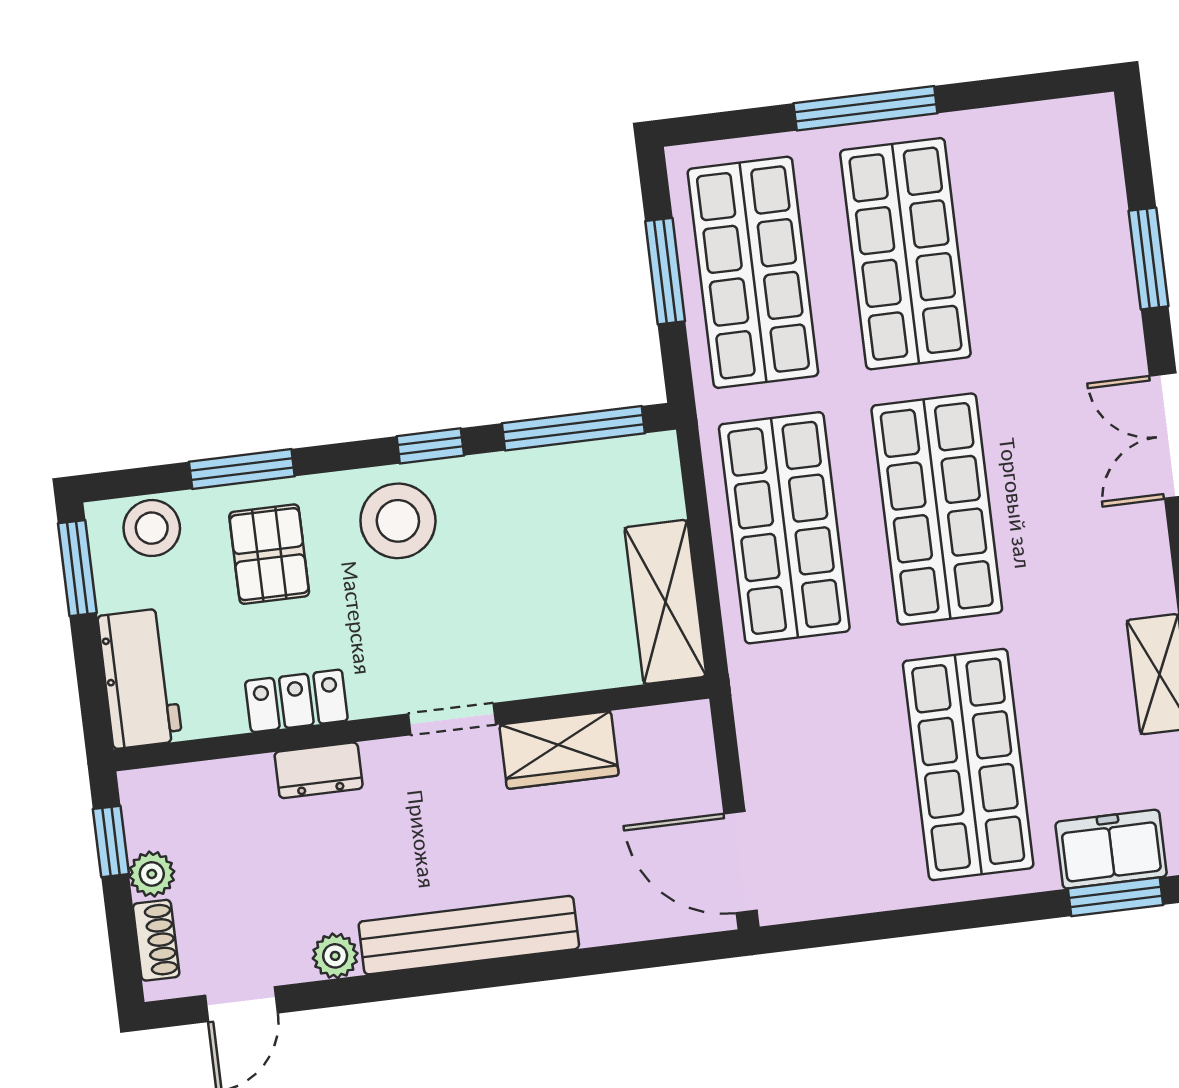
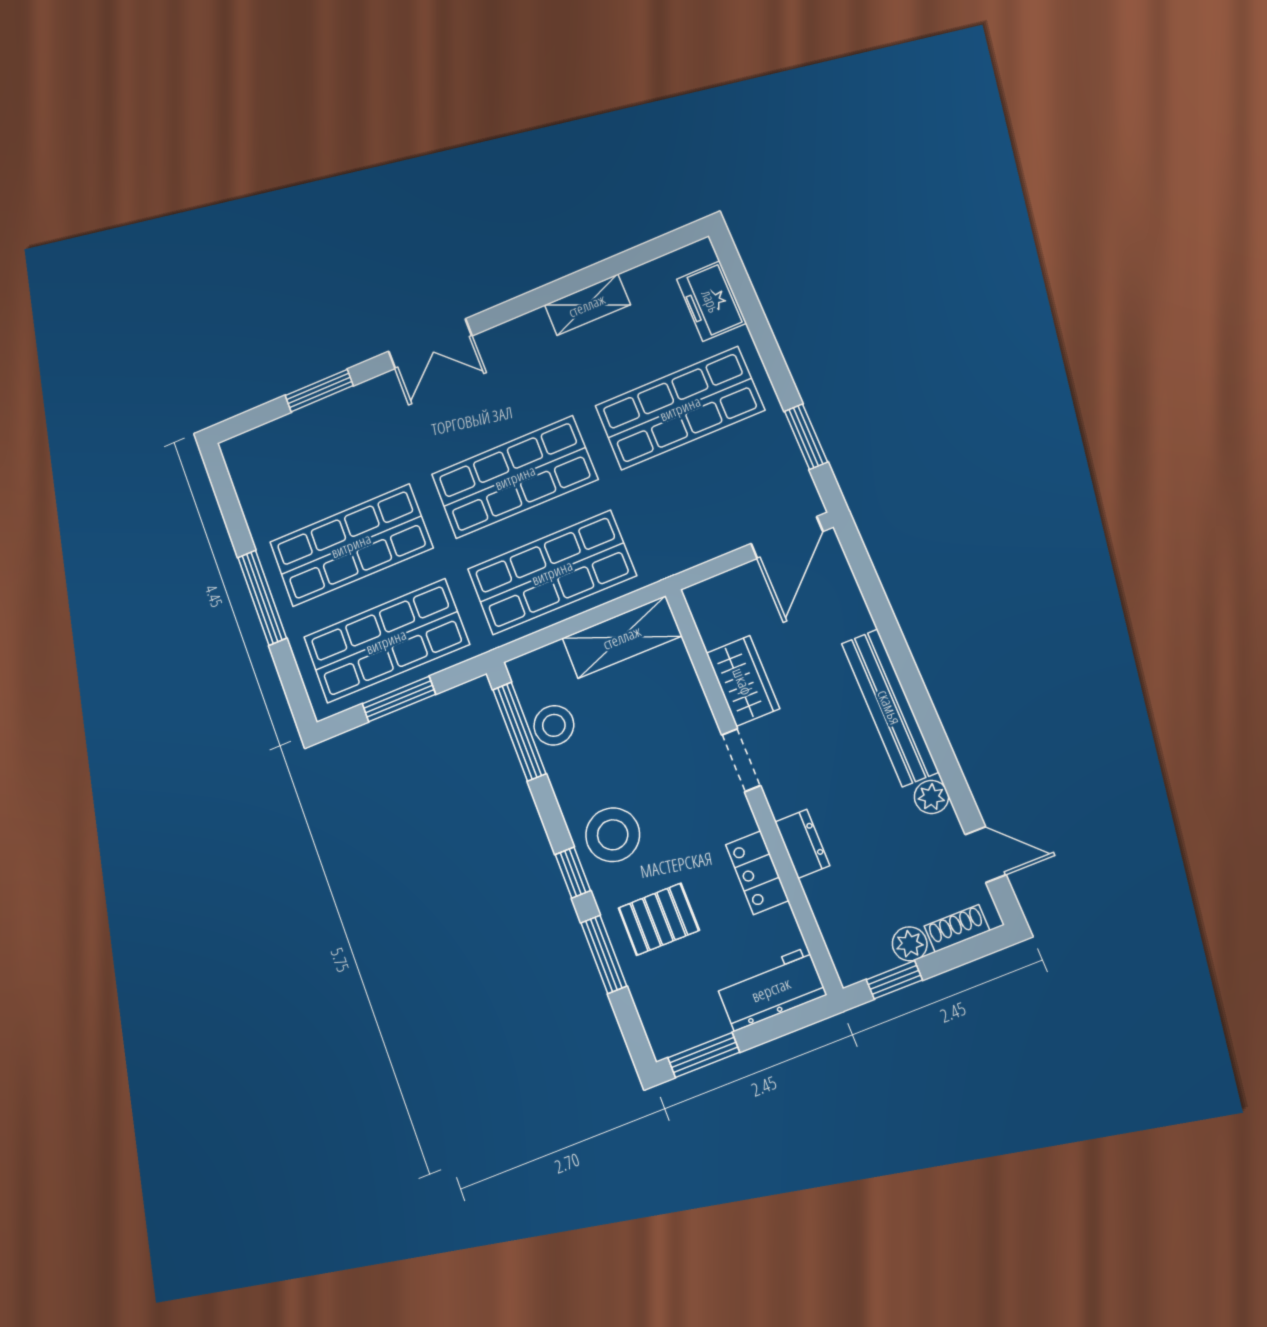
window: (430, 446) -> (573, 873), moved
stool: (152, 528) -> (554, 725), moved
window: (1116, 897) -> (806, 437), moved

